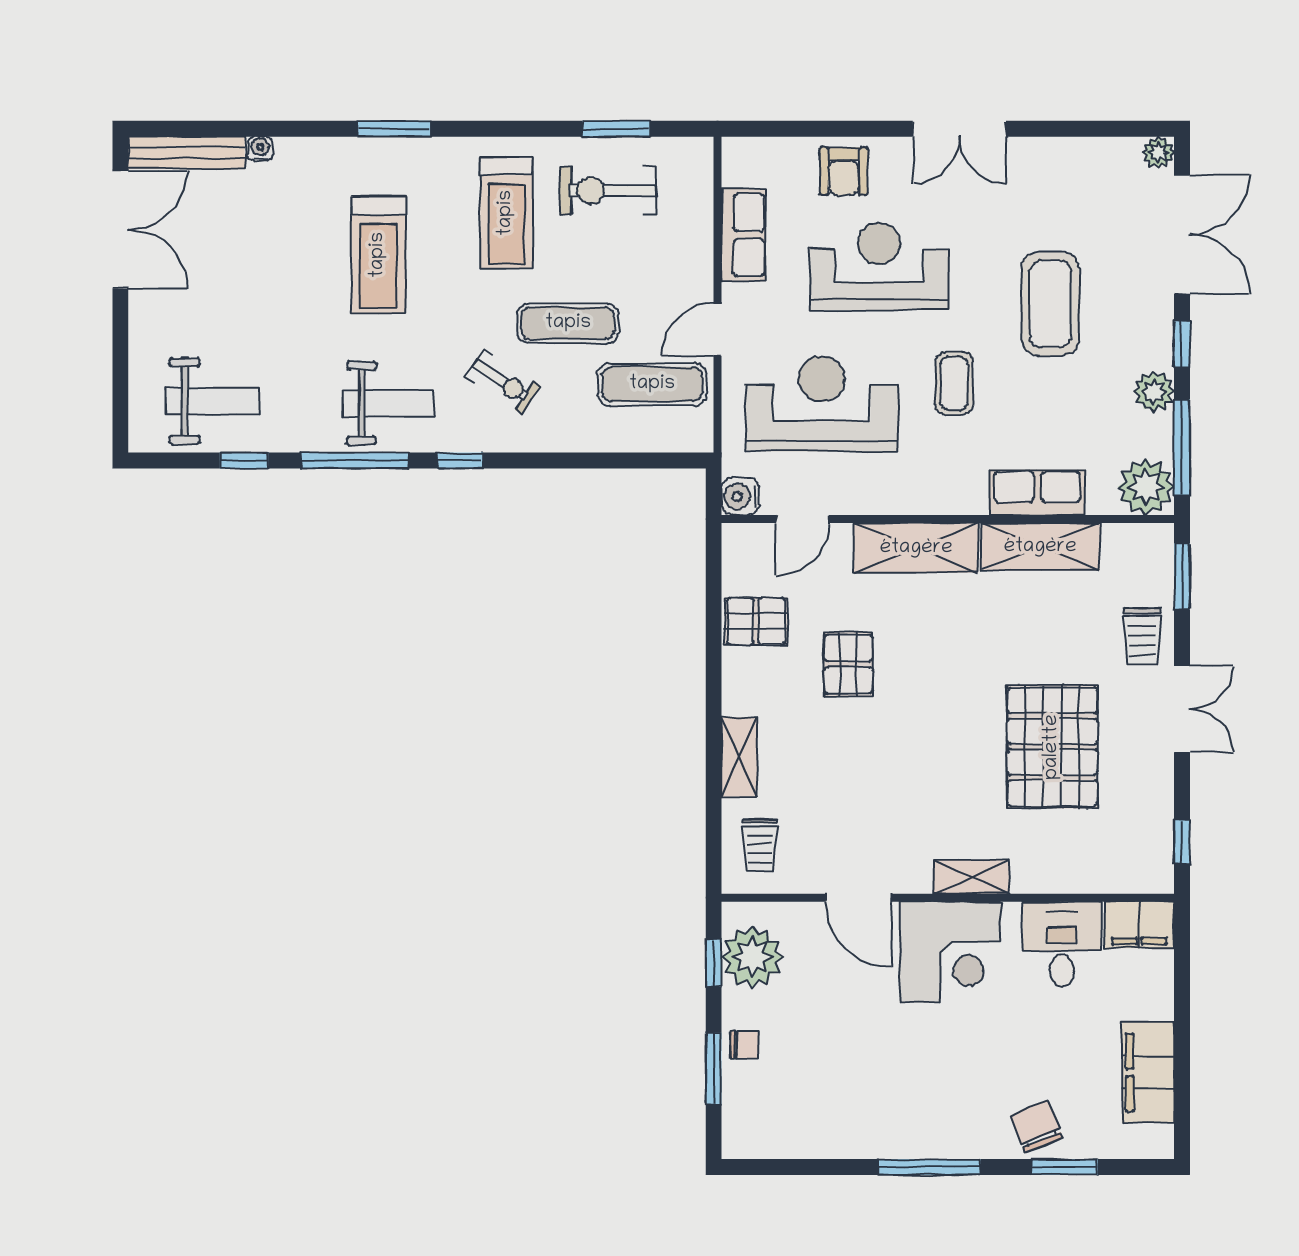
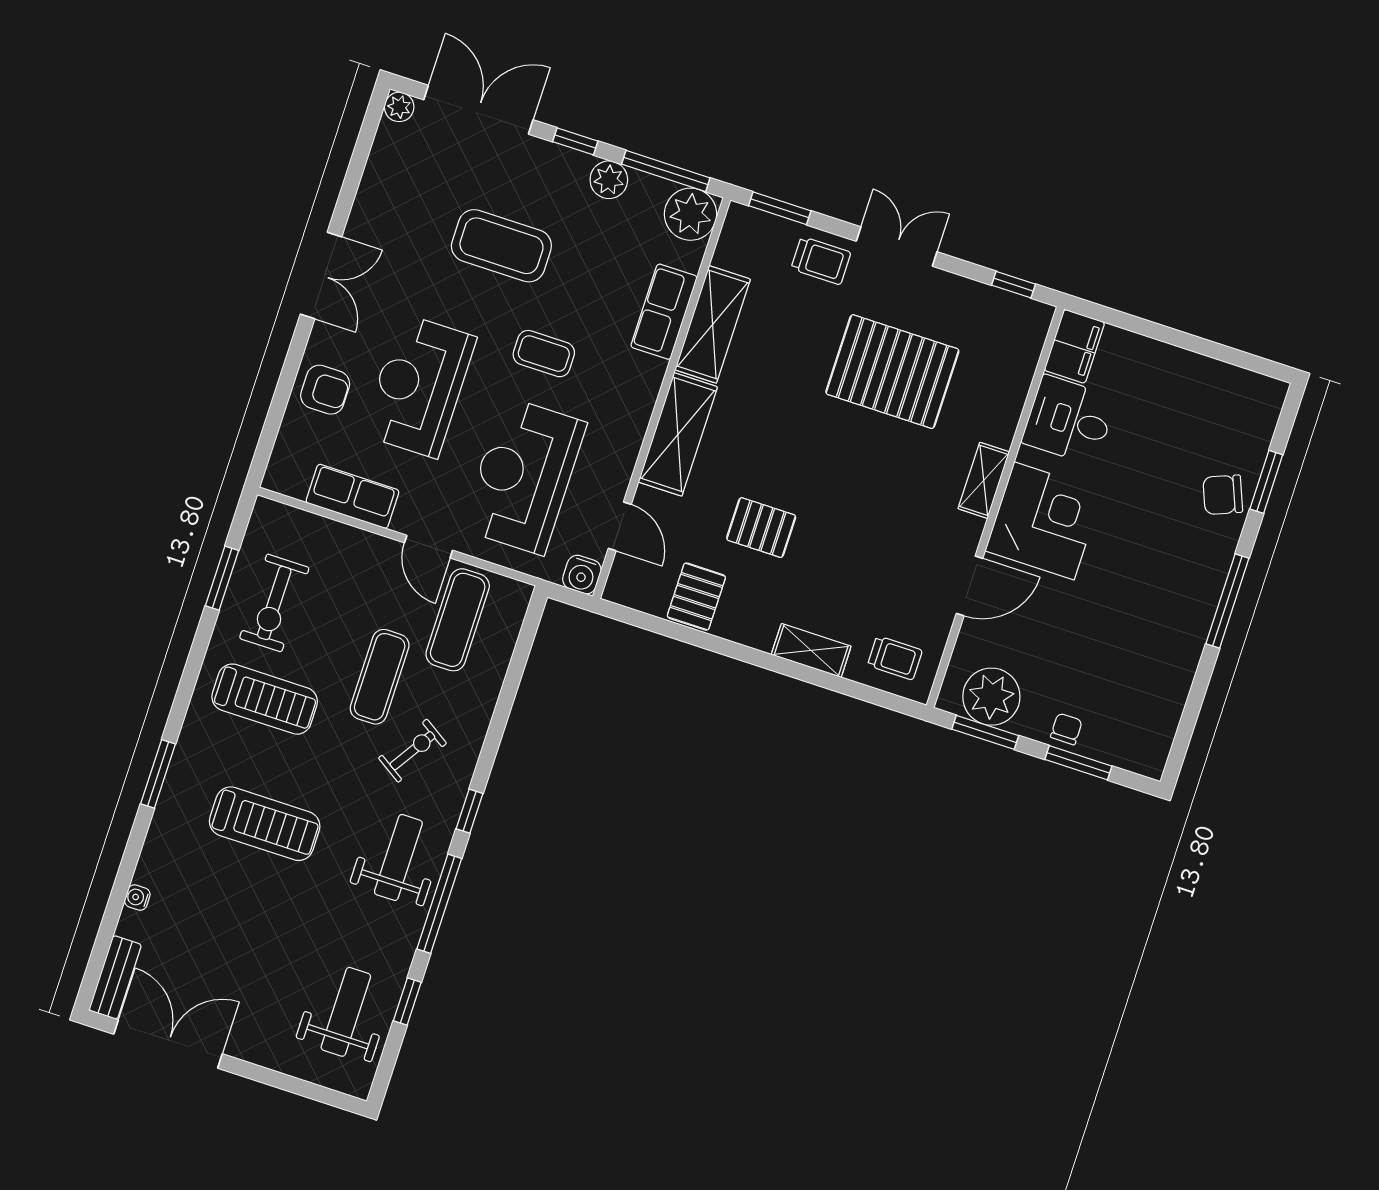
bench: (186, 153) -> (115, 977), width x0.73
window: (714, 963) -> (985, 732), width x1.50
filing cabinet: (1148, 1072) -> (1207, 381), removed

